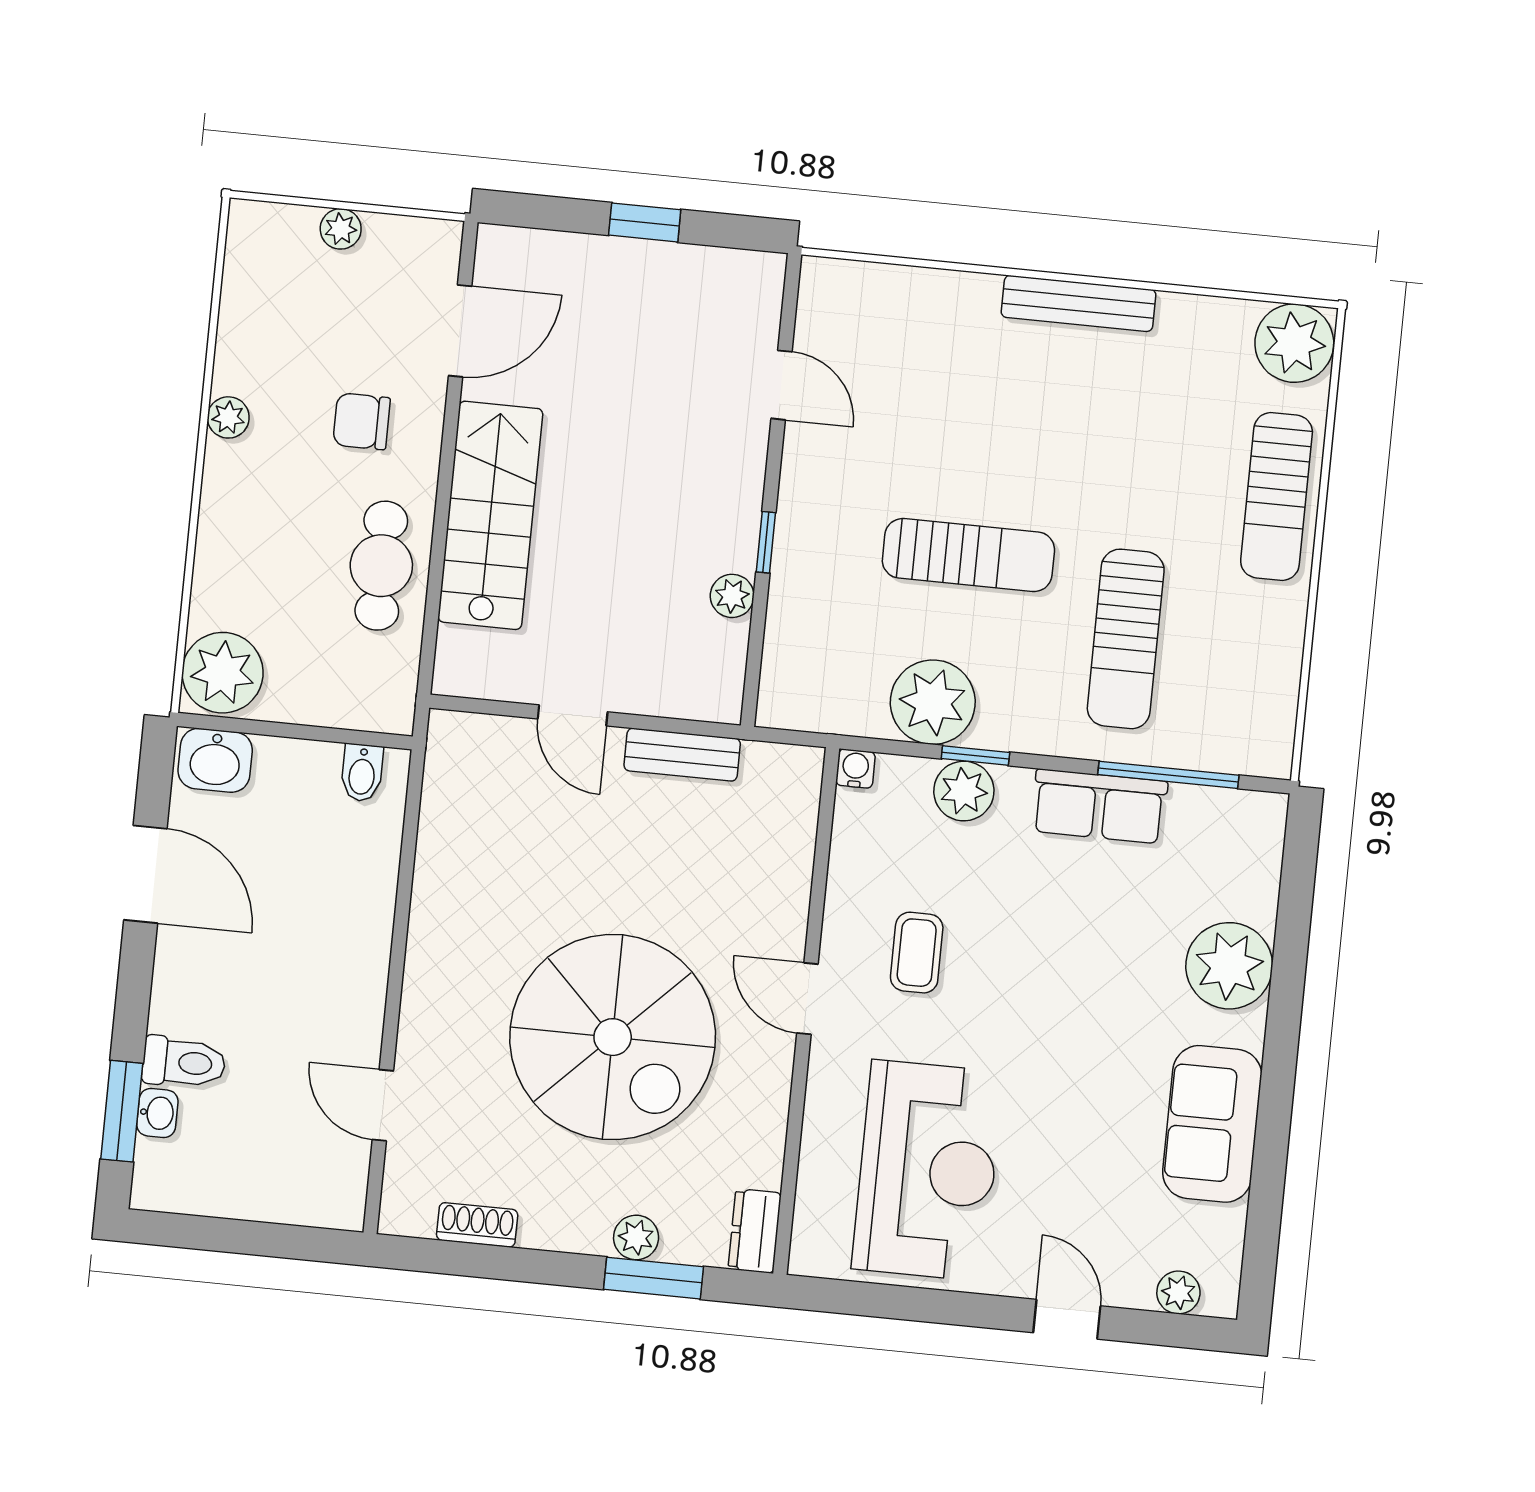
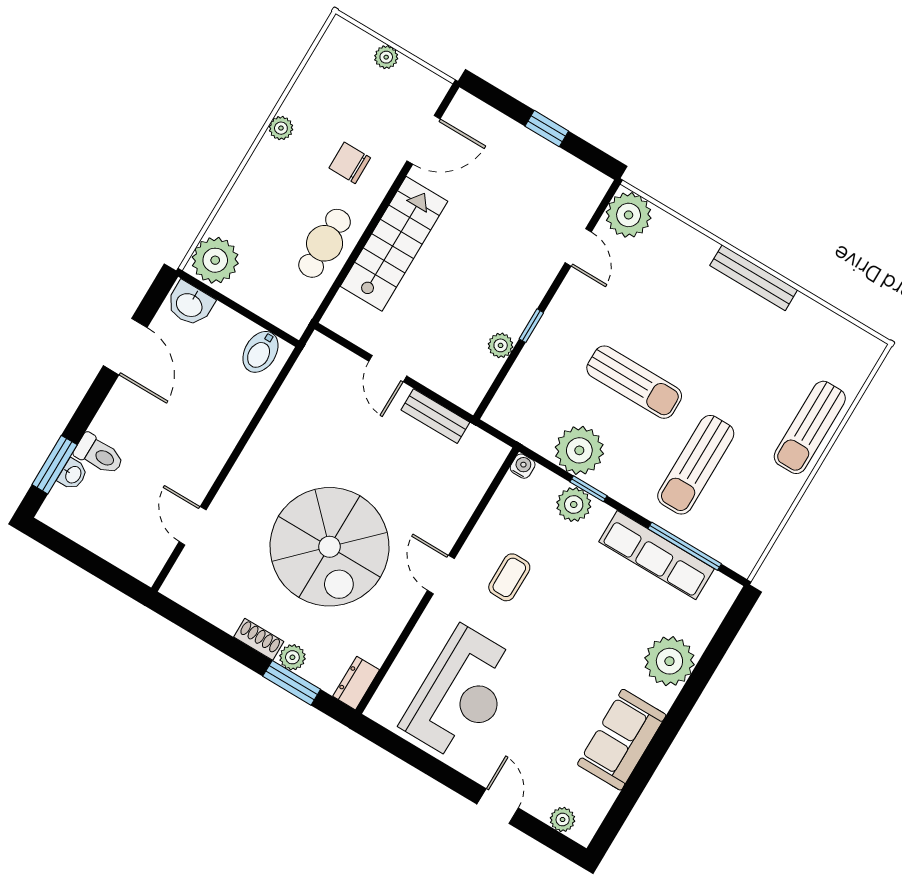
plant: (1294, 343) -> (629, 215), moved
bidet: (362, 773) -> (260, 352), width x1.38, depth x1.36
row of seats: (1099, 806) -> (657, 555), width x1.48
shoe rack: (477, 1225) -> (259, 639), moved

